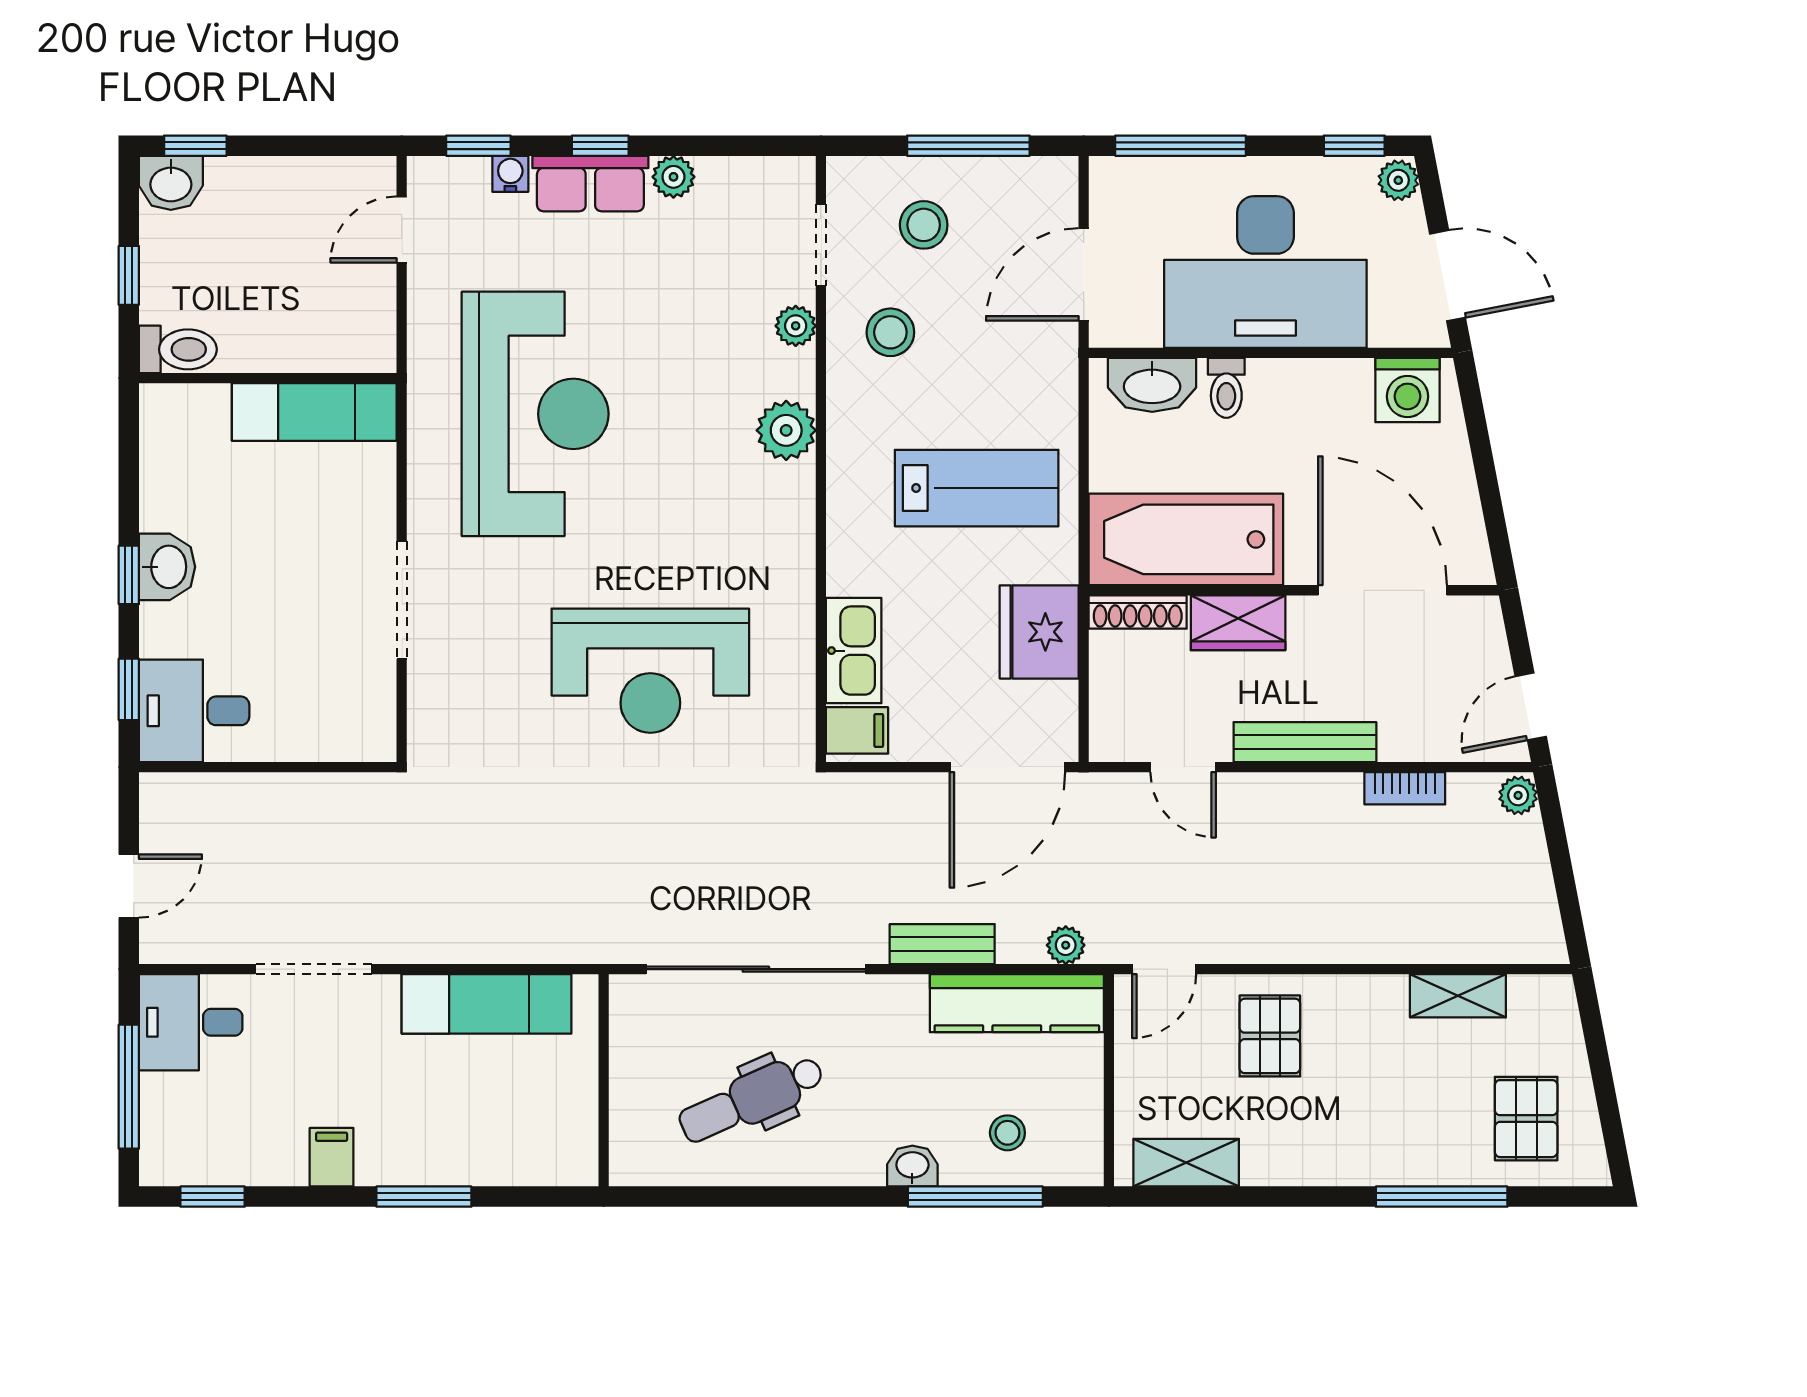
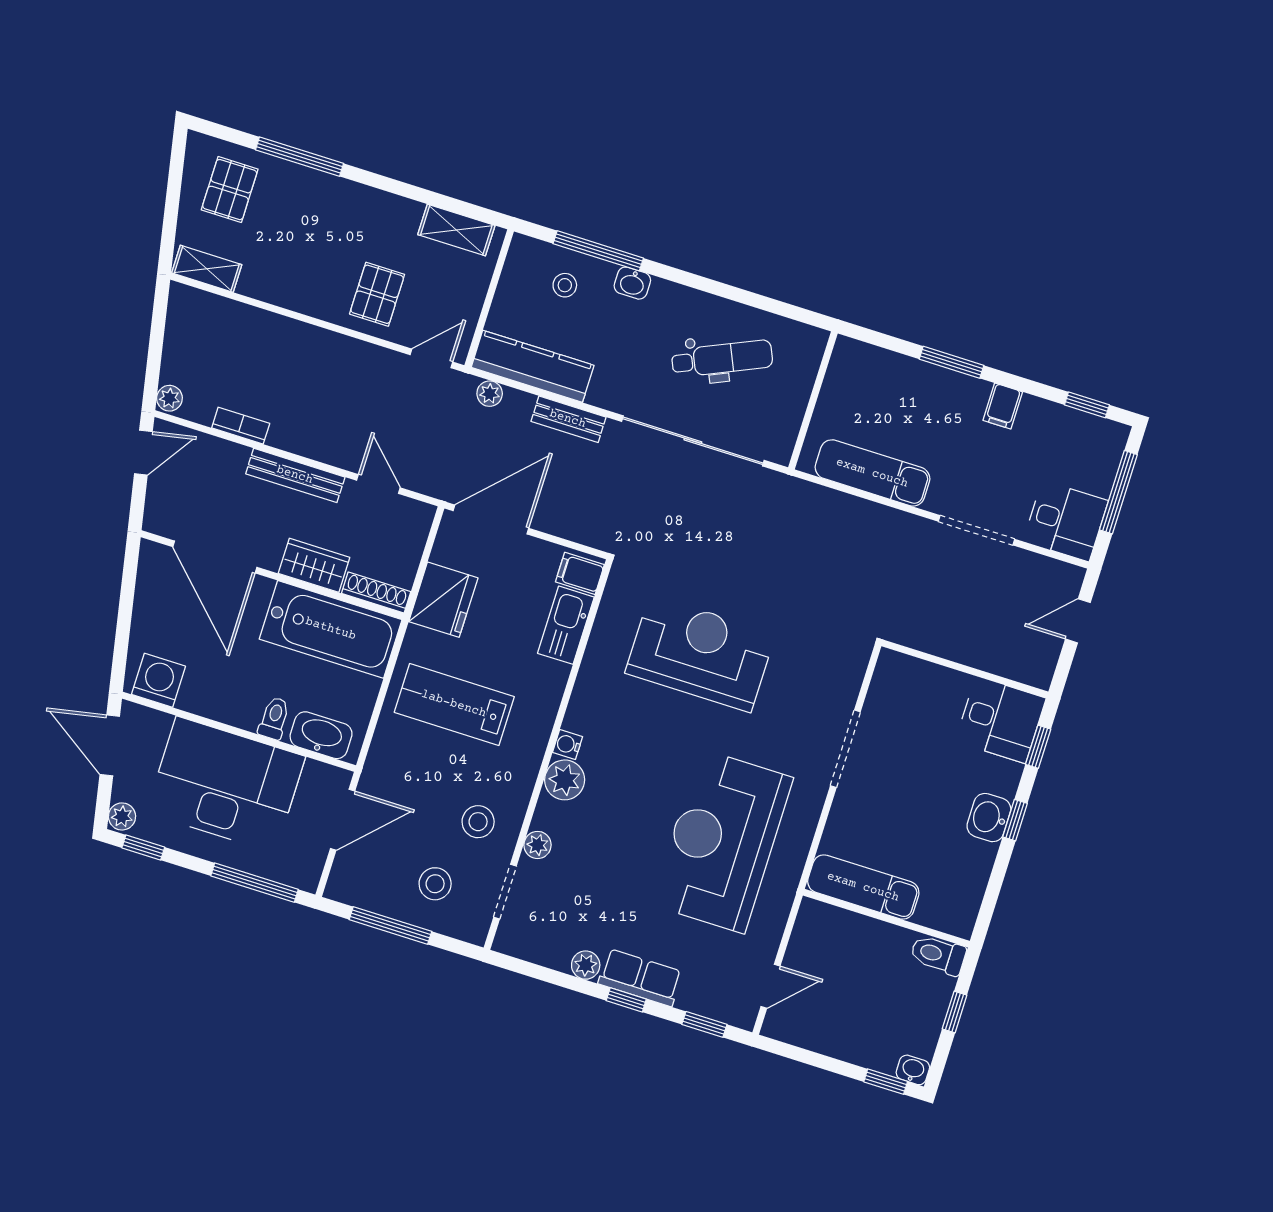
water cooler: (510, 174) -> (568, 744), moved, turned 90
washbasin: (171, 183) -> (913, 1070), width x0.72, depth x0.69
shelving: (1458, 996) -> (207, 269), moved

